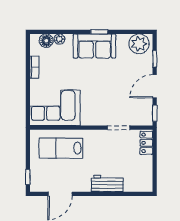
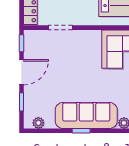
plant: (139, 44) -> (38, 123), width x0.53, depth x0.53
sofa: (94, 46) -> (86, 115), width x1.36

